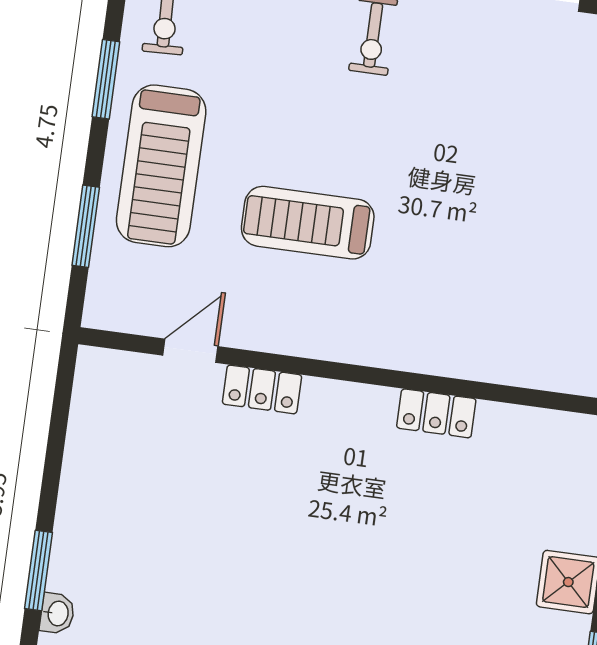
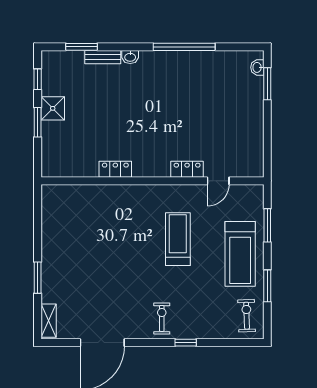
treadmill: (161, 166) -> (240, 254), turned 180
treadmill: (308, 223) -> (178, 239), turned -90

